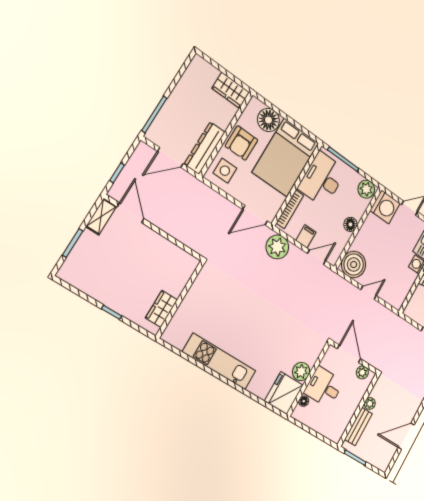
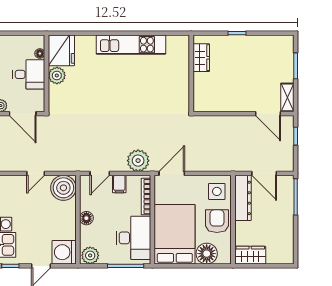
door: (170, 157) -> (264, 173), swing flipped

